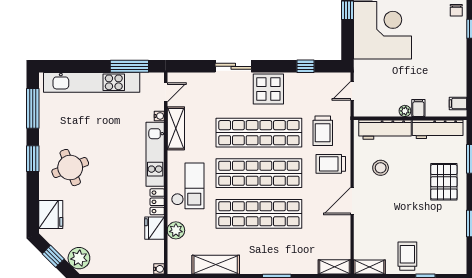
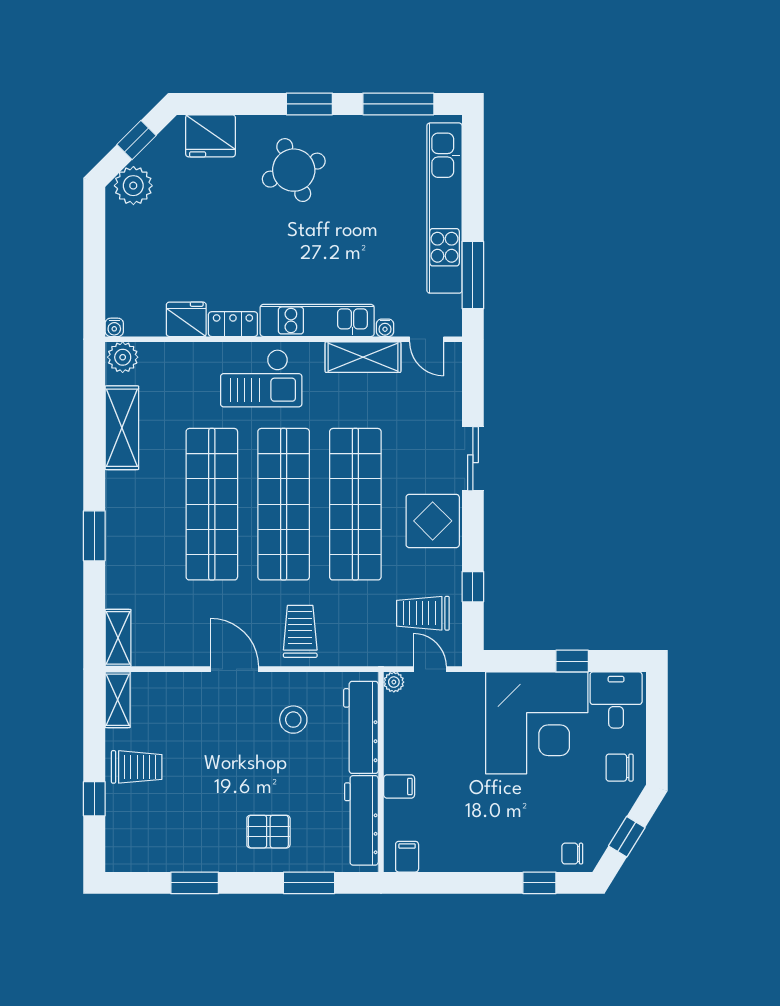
plant: (405, 111) -> (394, 682), moved
trolley: (323, 131) -> (423, 613), moved
pallet: (444, 182) -> (268, 832), width x0.67, depth x0.71
plant: (176, 230) -> (123, 357), moved

